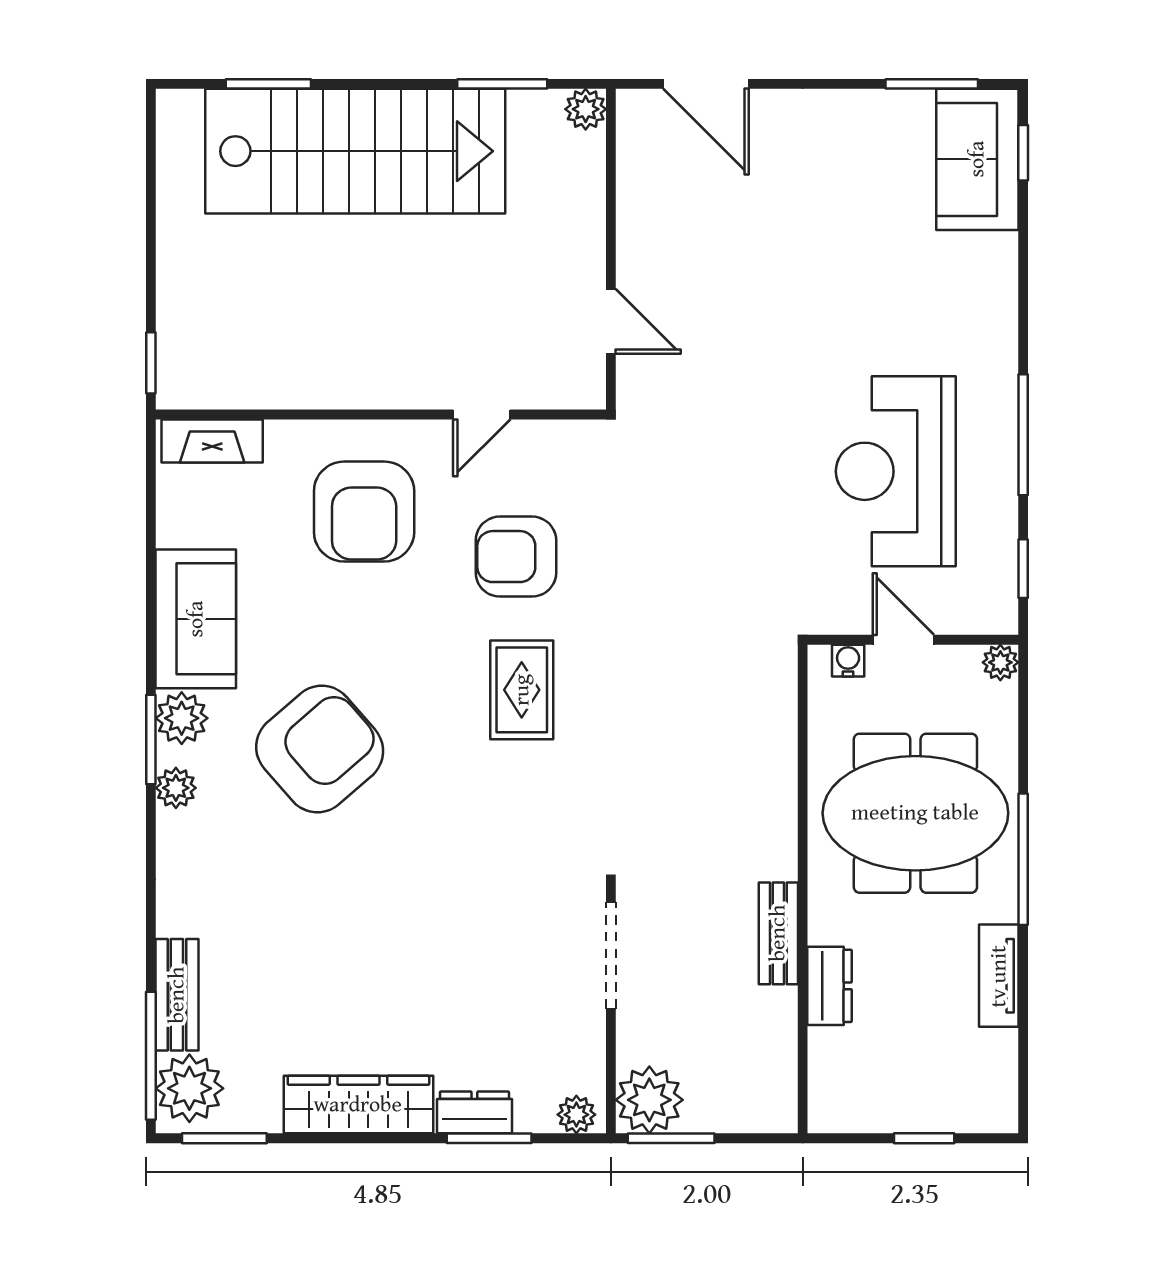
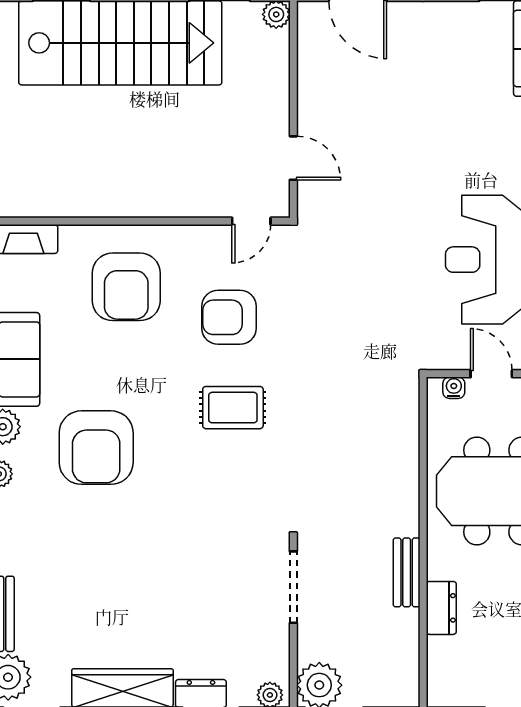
door: (482, 415) -> (251, 221), moved
rug: (522, 690) -> (233, 408), turned 90
armchair: (320, 749) -> (96, 448), turned 131

